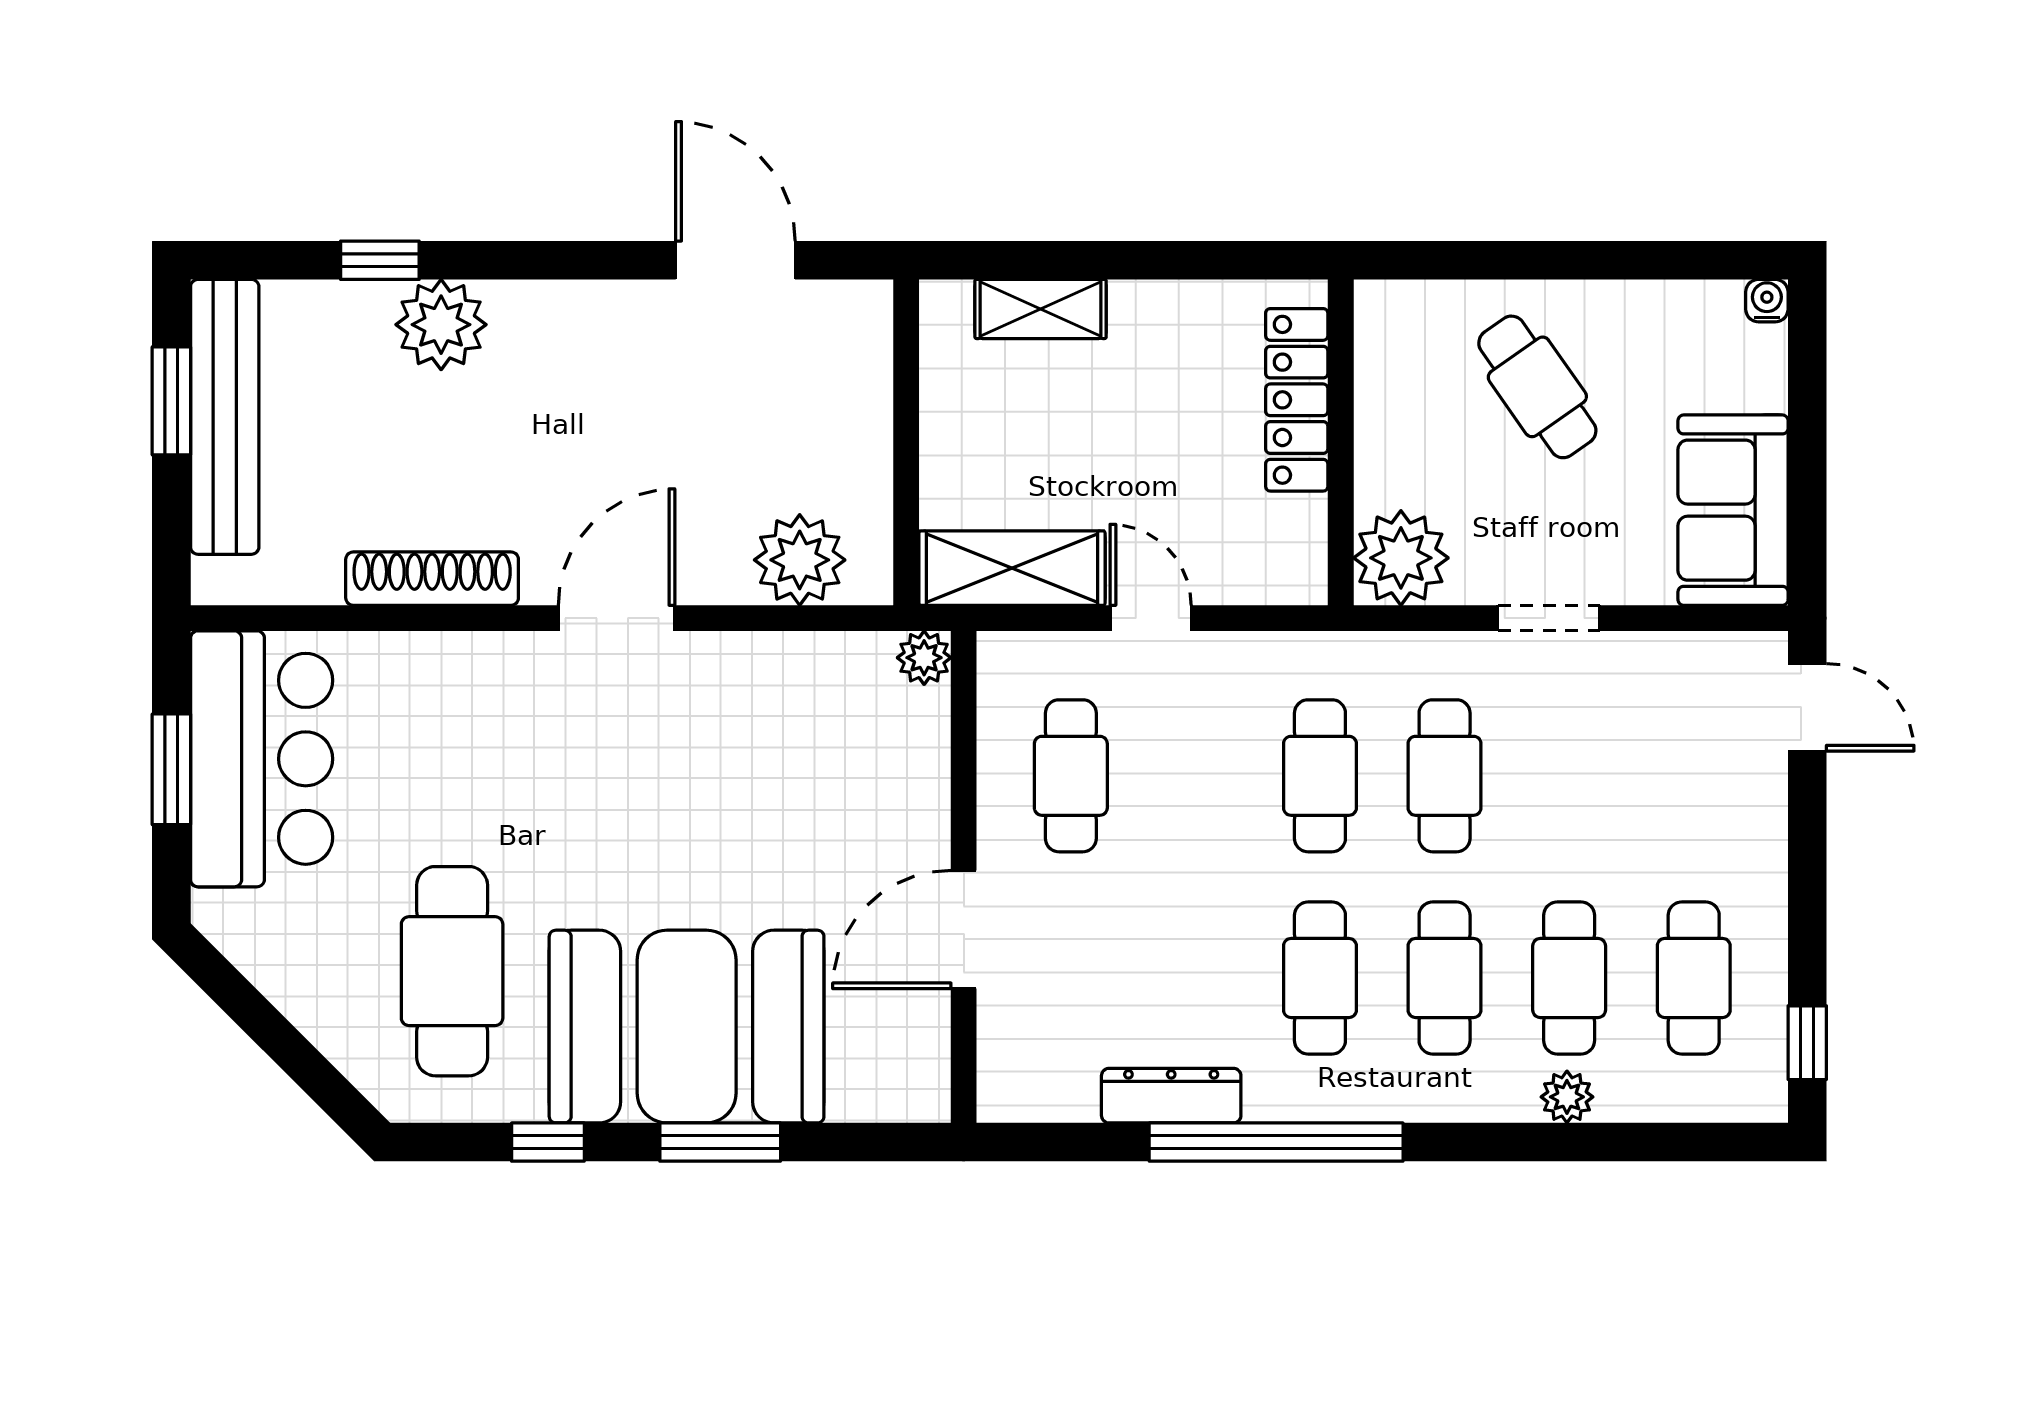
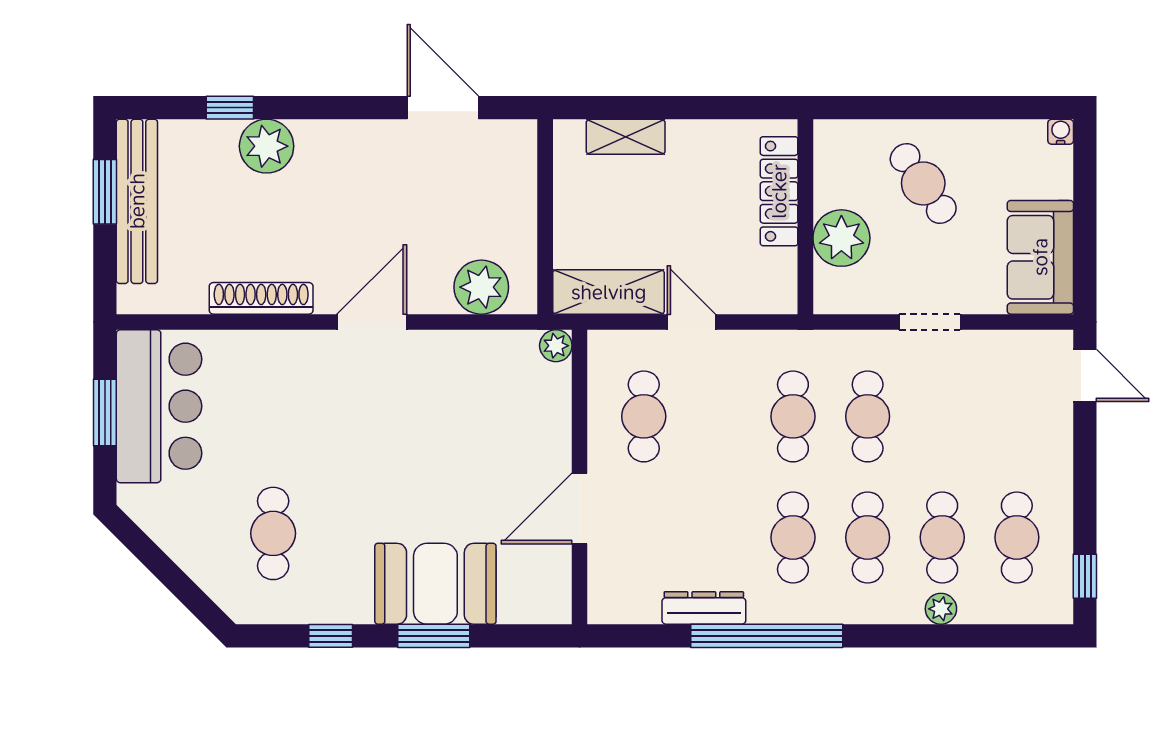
plant: (1401, 558) -> (841, 238), moved
cafe table: (452, 971) -> (273, 533), width x0.73, depth x0.74
booth: (687, 1027) -> (435, 584), width x0.73, depth x0.70

